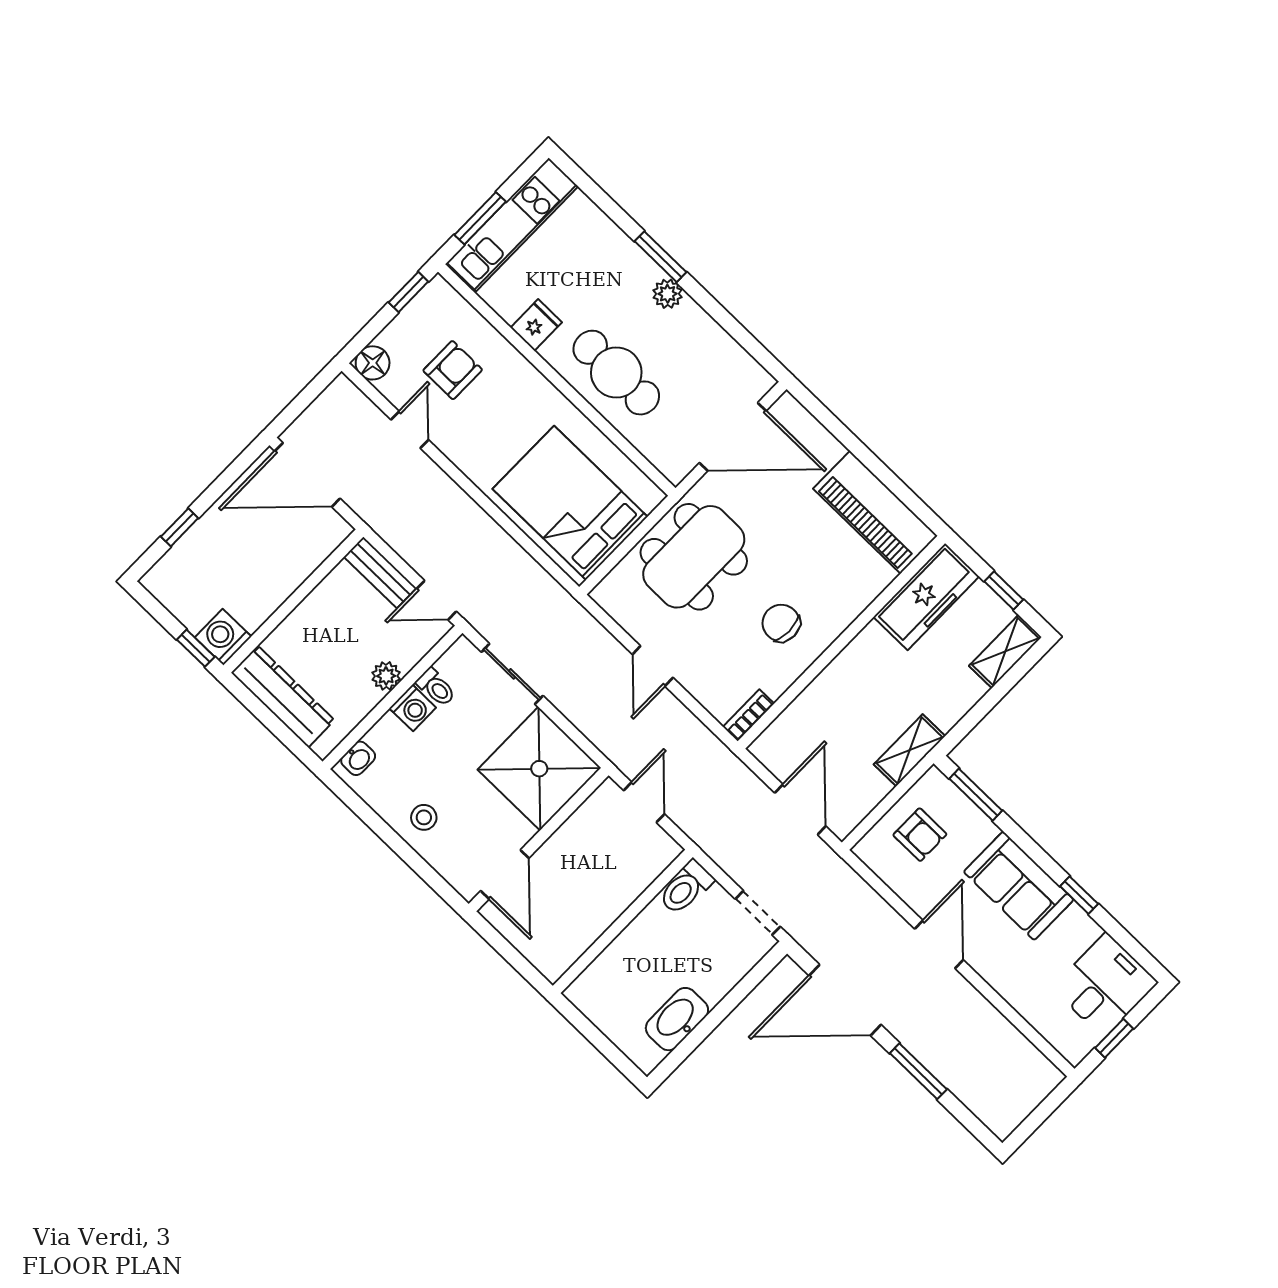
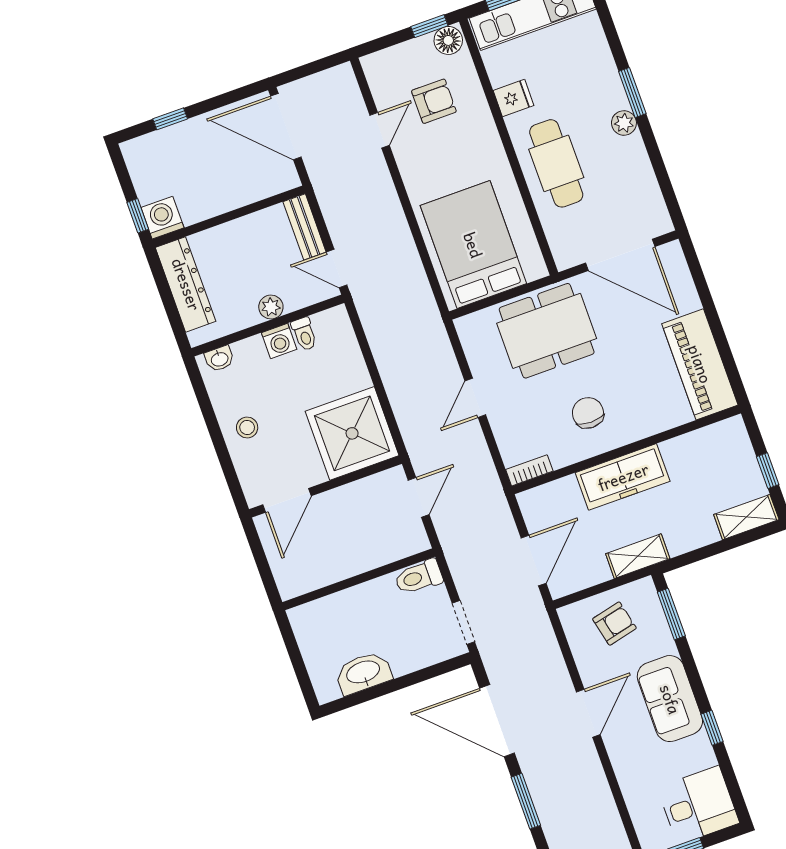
floor lamp: (373, 363) -> (448, 40), moved
freezer: (926, 597) -> (623, 477), moved
sliding door: (512, 674) -> (367, 352), removed
armchair: (920, 835) -> (614, 624), turned -103

